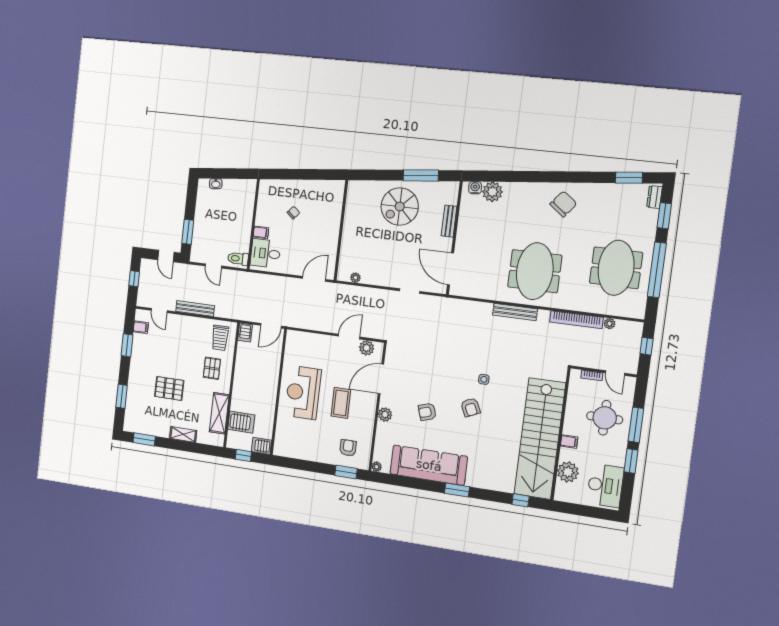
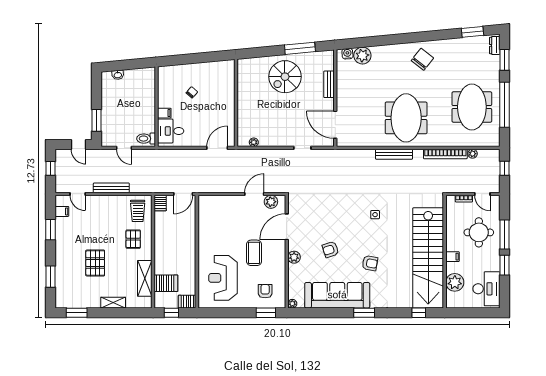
pallet: (169, 388) -> (95, 263), turned 90
reception desk: (303, 393) -> (223, 278), moved
armchair: (470, 407) -> (370, 263), moved, turned -55

